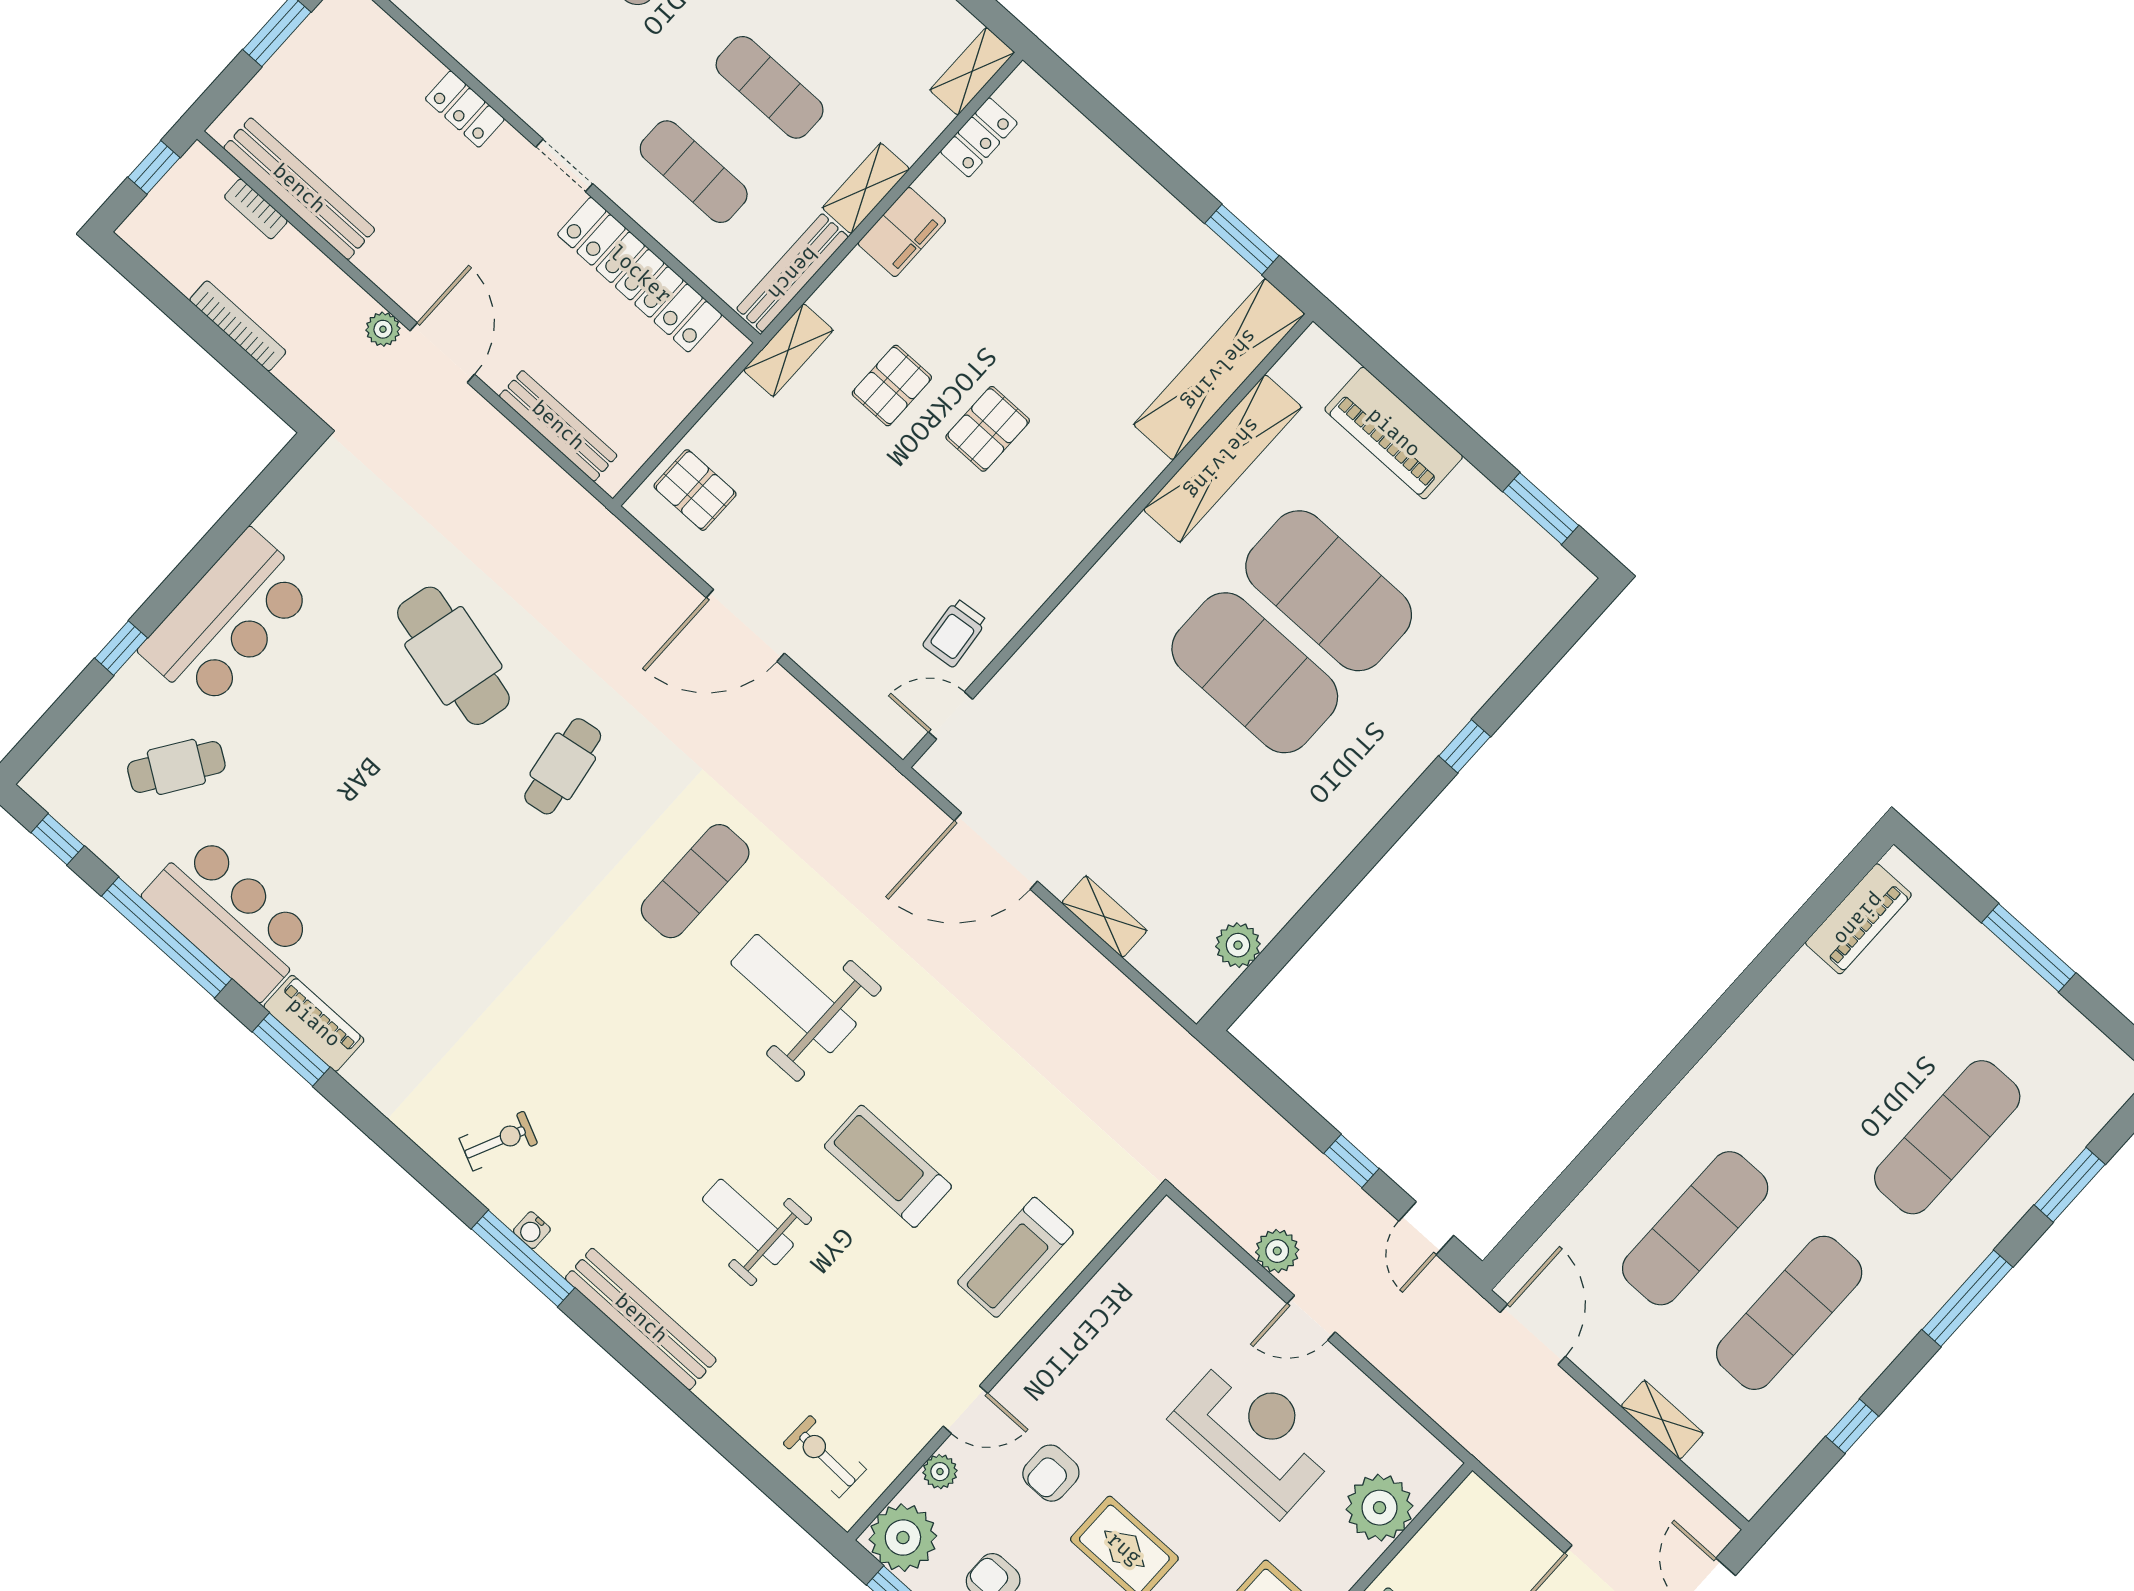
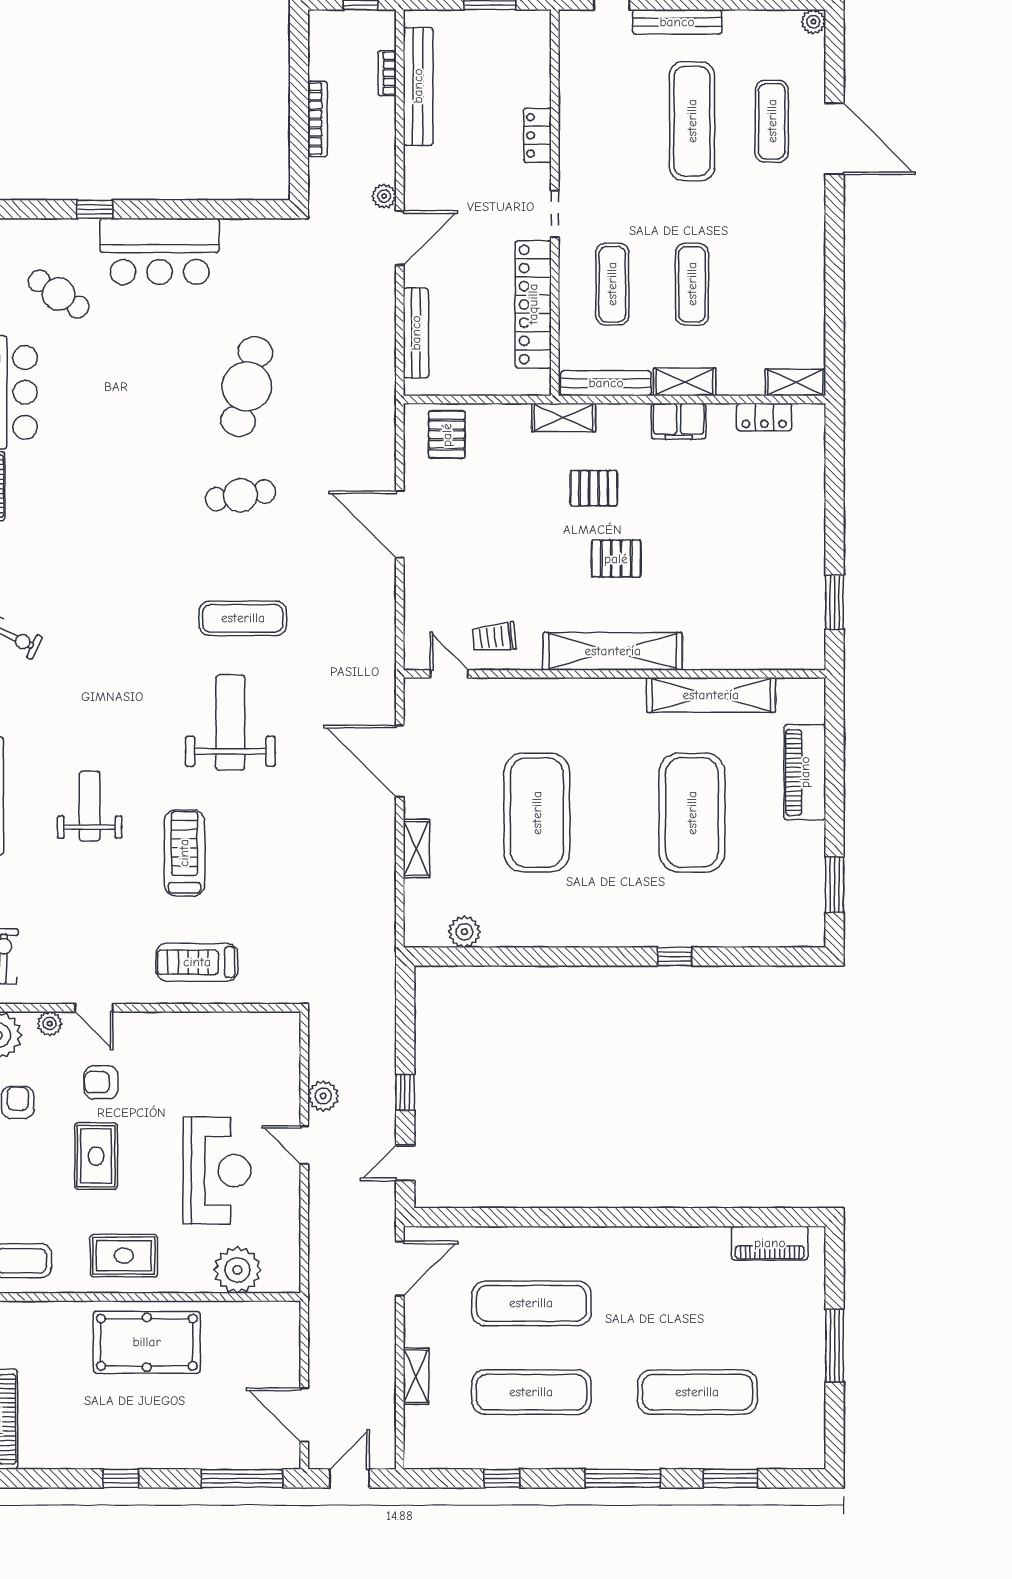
shelving: (1219, 369) -> (613, 651), moved
exercise mat: (1255, 673) -> (537, 813), moved

